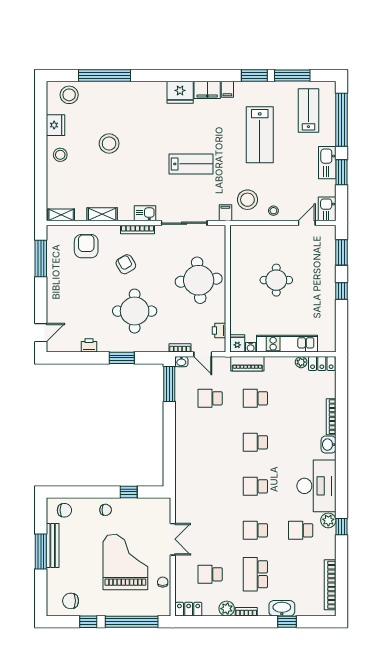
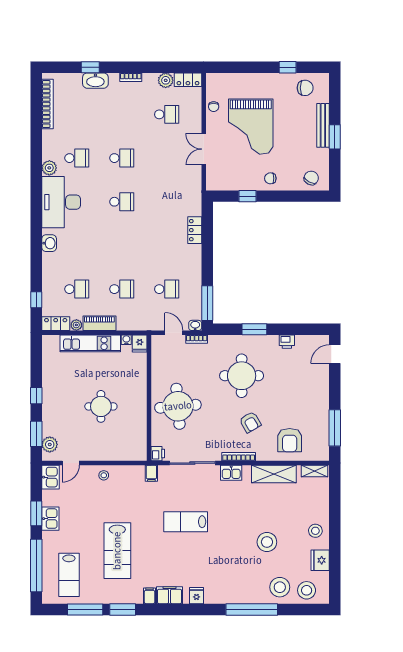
window: (105, 76) -> (252, 609), moved
fridge: (180, 92) -> (196, 596), width x0.53, depth x0.75
lab bench: (260, 135) -> (117, 551), turned 180
kitchen sink: (327, 163) -> (50, 519), width x0.73
stool: (247, 200) -> (280, 587), moved
shelving: (102, 214) -> (274, 474), width x1.50, depth x1.33
plant: (328, 242) -> (50, 444), added
printer: (219, 330) -> (158, 454), moved
piano: (247, 364) -> (99, 323), moved
bookcase: (331, 417) -> (46, 271), removed
school desk: (255, 442) -> (77, 289), moved
locker: (182, 458) -> (195, 230), added
chair: (64, 510) -> (311, 178), turned 118
window: (341, 527) -> (36, 300), moved
bench: (53, 545) -> (323, 125), moved
window: (41, 552) -> (335, 137), width x0.69
school desk: (255, 574) -> (122, 114), removed
plant: (227, 609) -> (166, 80), moved
window: (132, 622) -> (244, 67), removed

